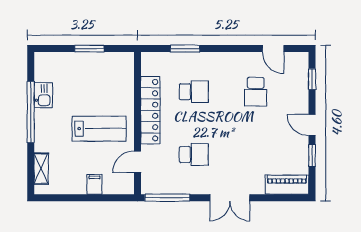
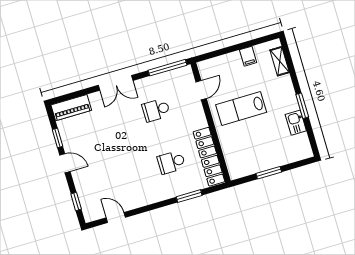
school desk: (256, 92) -> (120, 177), removed
locker: (150, 110) -> (209, 157), moved
window: (31, 112) -> (302, 106), width x0.47
filing cabinet: (94, 184) -> (248, 56), moved
double door: (230, 198) -> (116, 83), swing flipped

